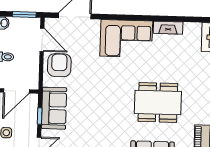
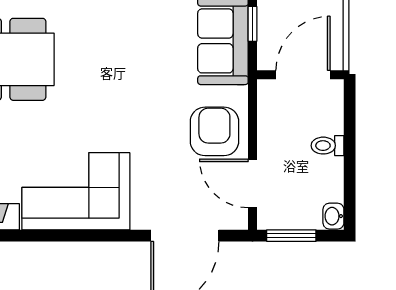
armchair: (59, 65) -> (214, 131), turned 180

